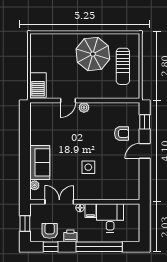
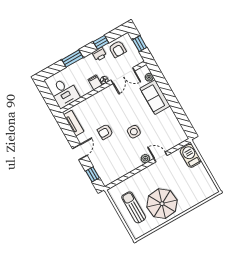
door: (68, 101) -> (161, 157), hinge flipped
armchair: (122, 133) -> (105, 132), moved
side table: (88, 167) -> (134, 132), moved
tv unit: (134, 183) -> (74, 123), added
desk: (110, 218) -> (64, 93), moved
window: (51, 247) -> (101, 42), moved
window: (99, 247) -> (72, 59), width x0.47

